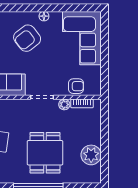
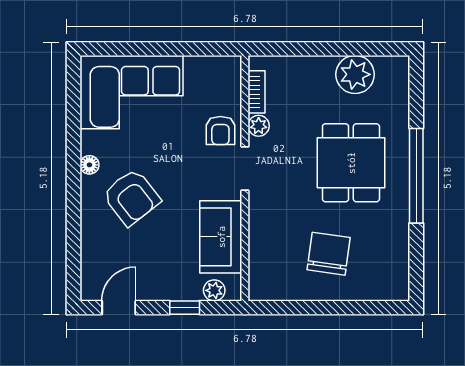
armchair: (76, 86) -> (220, 131), moved, turned 180
dining table: (45, 153) -> (351, 163), turned 90

